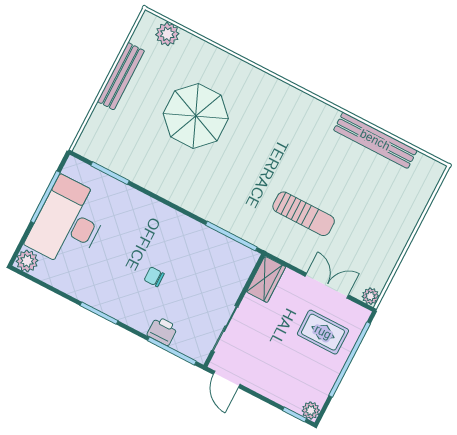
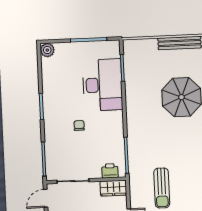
desk: (68, 223) -> (103, 85), moved, turned 90
printer: (162, 331) -> (110, 171), moved, turned -90

